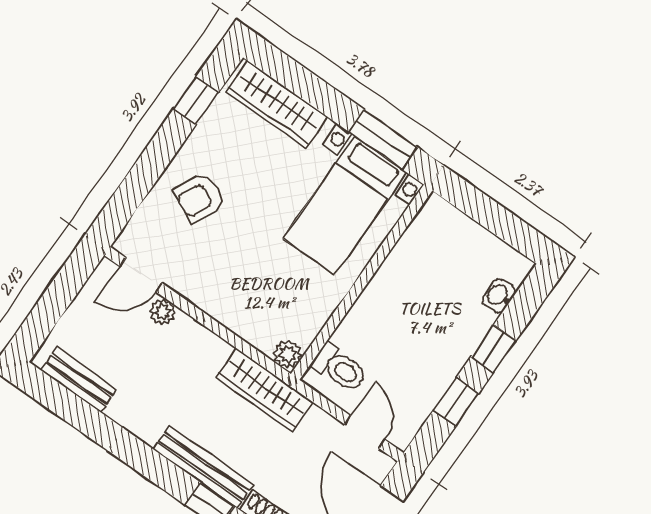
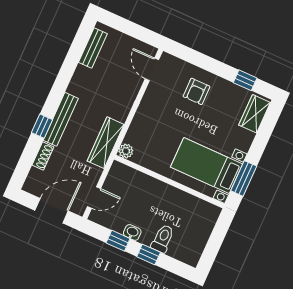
wardrobe: (277, 104) -> (255, 114), width x0.67
armchair: (200, 198) -> (196, 91), turned -116
washbasin: (499, 296) -> (132, 232), moved
plant: (163, 312) -> (135, 84), removed
toilet: (340, 368) -> (163, 239), moved, turned 180

